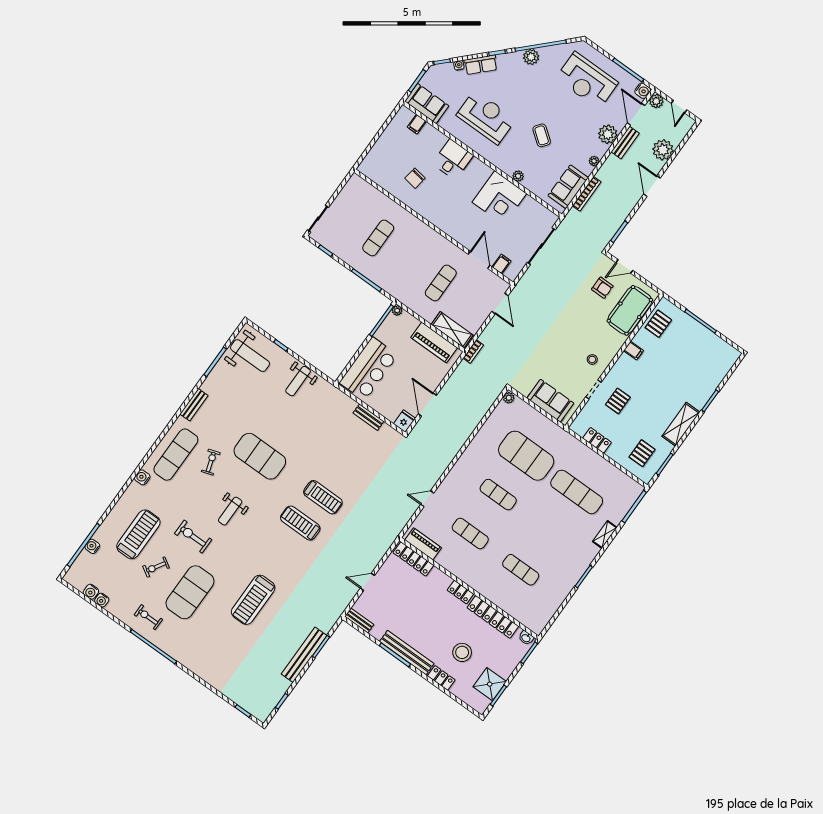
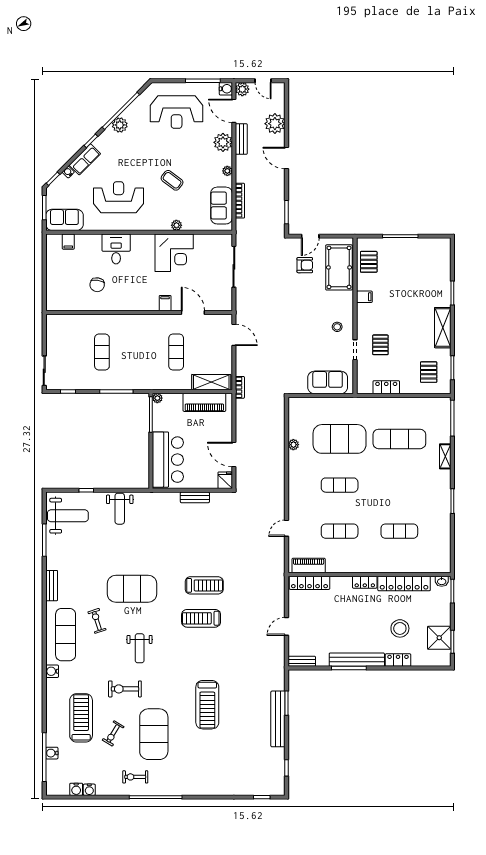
filing cabinet: (501, 264) -> (165, 303), moved
plant: (509, 398) -> (293, 445), moved

